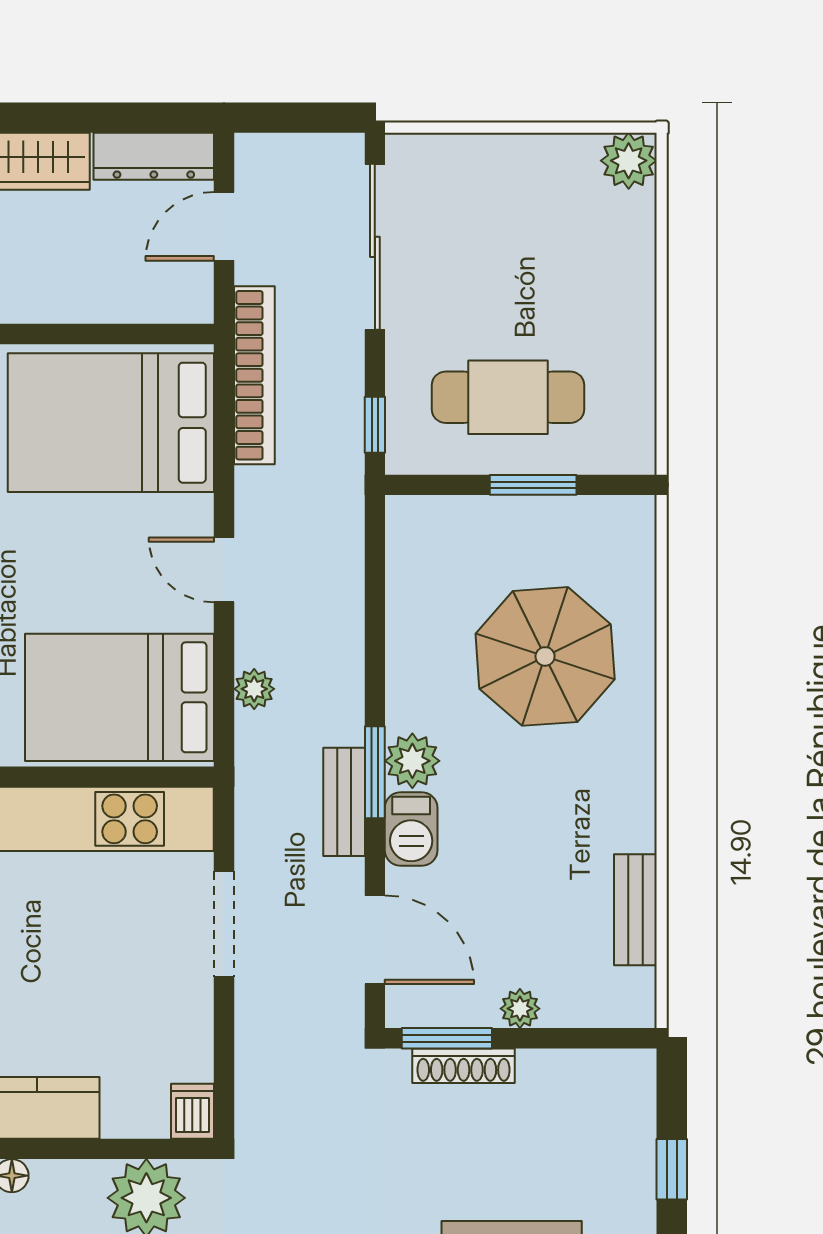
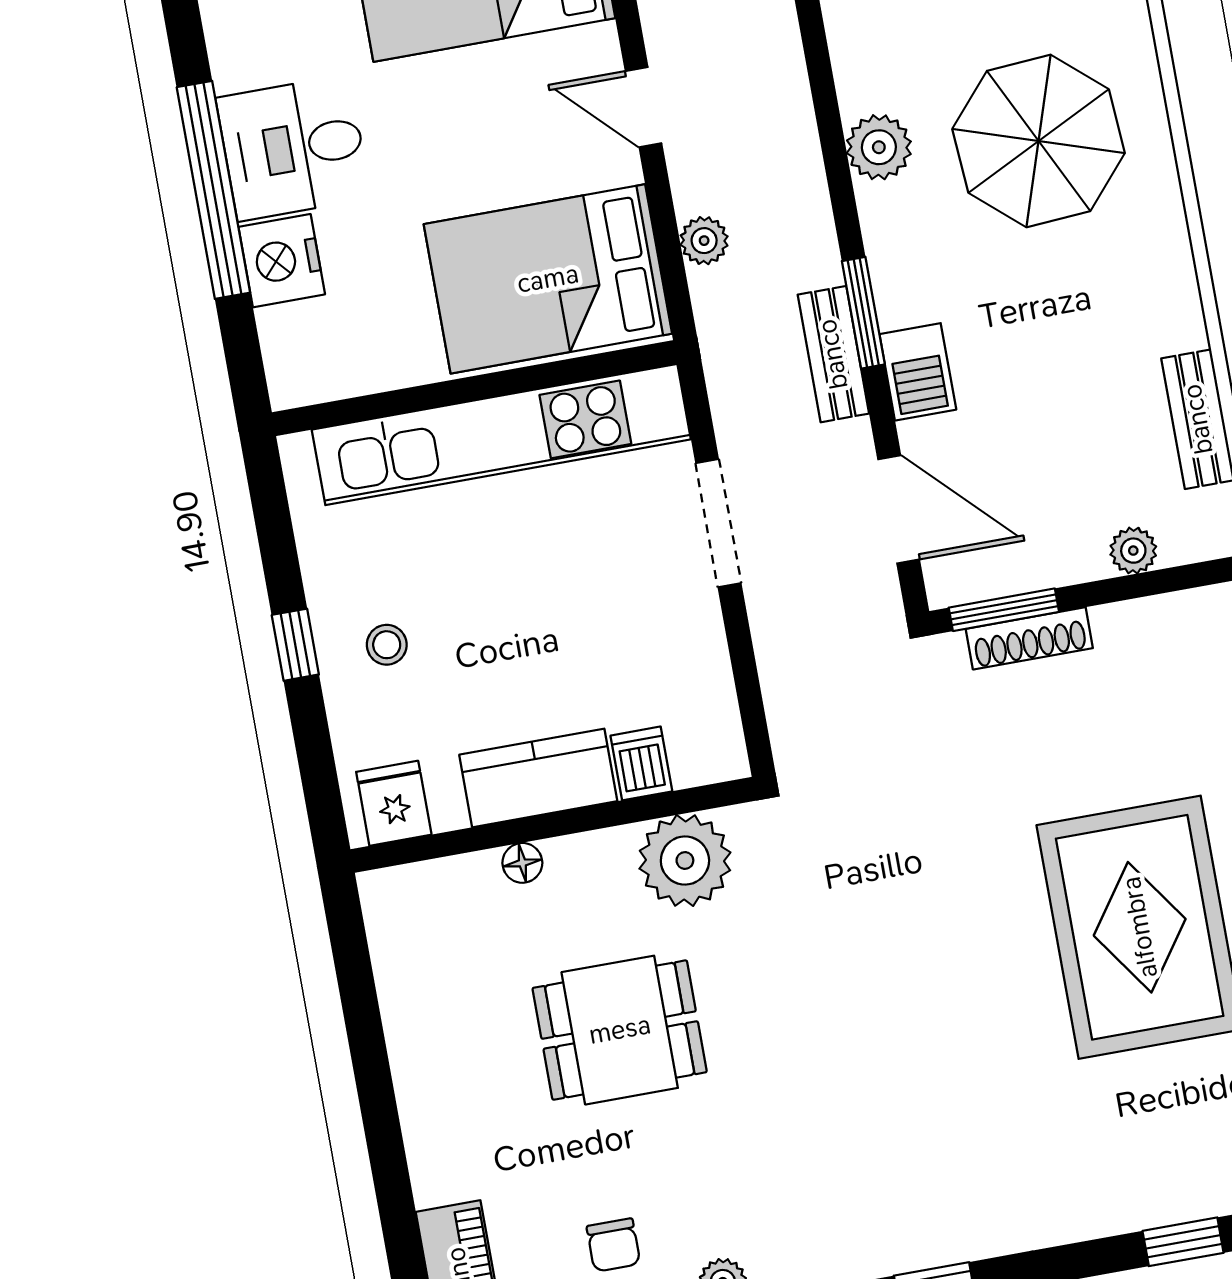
plant: (412, 761) -> (879, 147), moved
plant: (520, 1009) -> (1133, 551), moved
dishwasher: (192, 1111) -> (641, 763), moved

